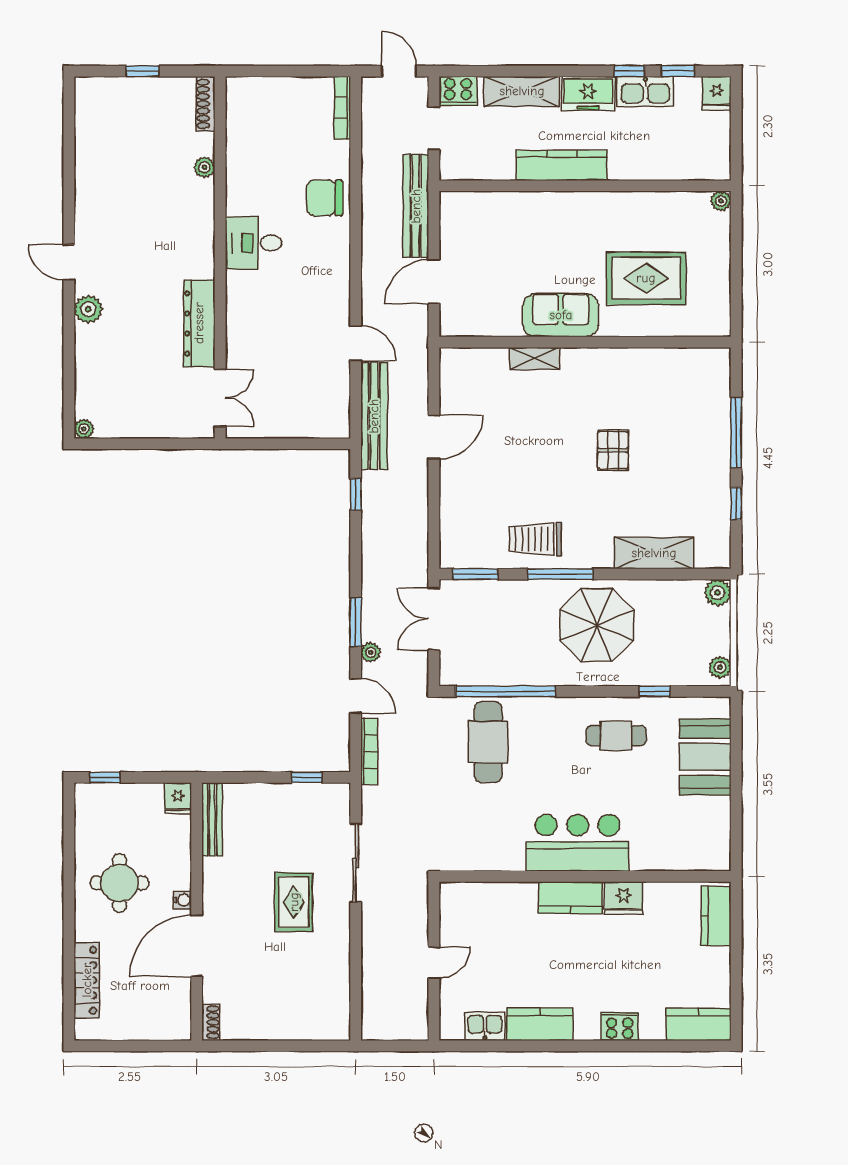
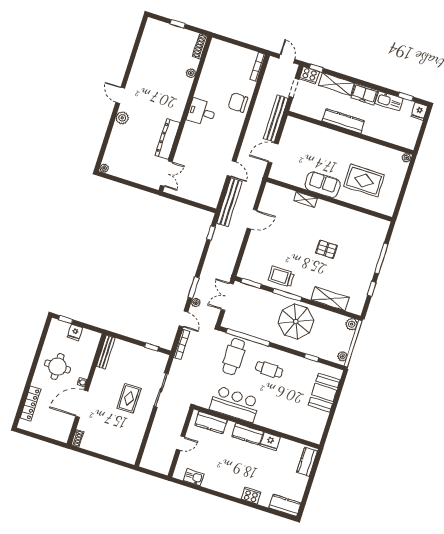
window: (629, 71) -> (316, 68), moved
pallet: (613, 450) -> (326, 249), turned 90
cafe table: (616, 736) -> (269, 370), moved
fridge: (178, 798) -> (75, 332), moved
bar counter: (578, 843) -> (235, 404), moved
kitchen counter: (540, 1024) -> (211, 423), moved, turned 180

